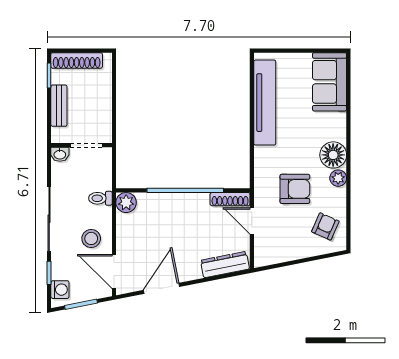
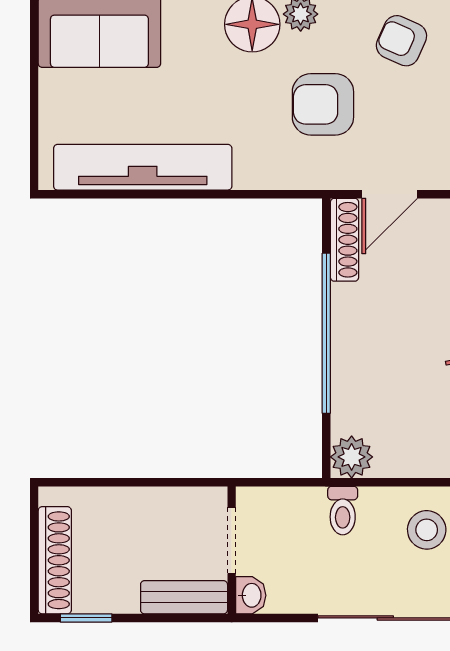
bench: (59, 106) -> (184, 597), moved
armchair: (295, 189) -> (323, 104), turned -90

